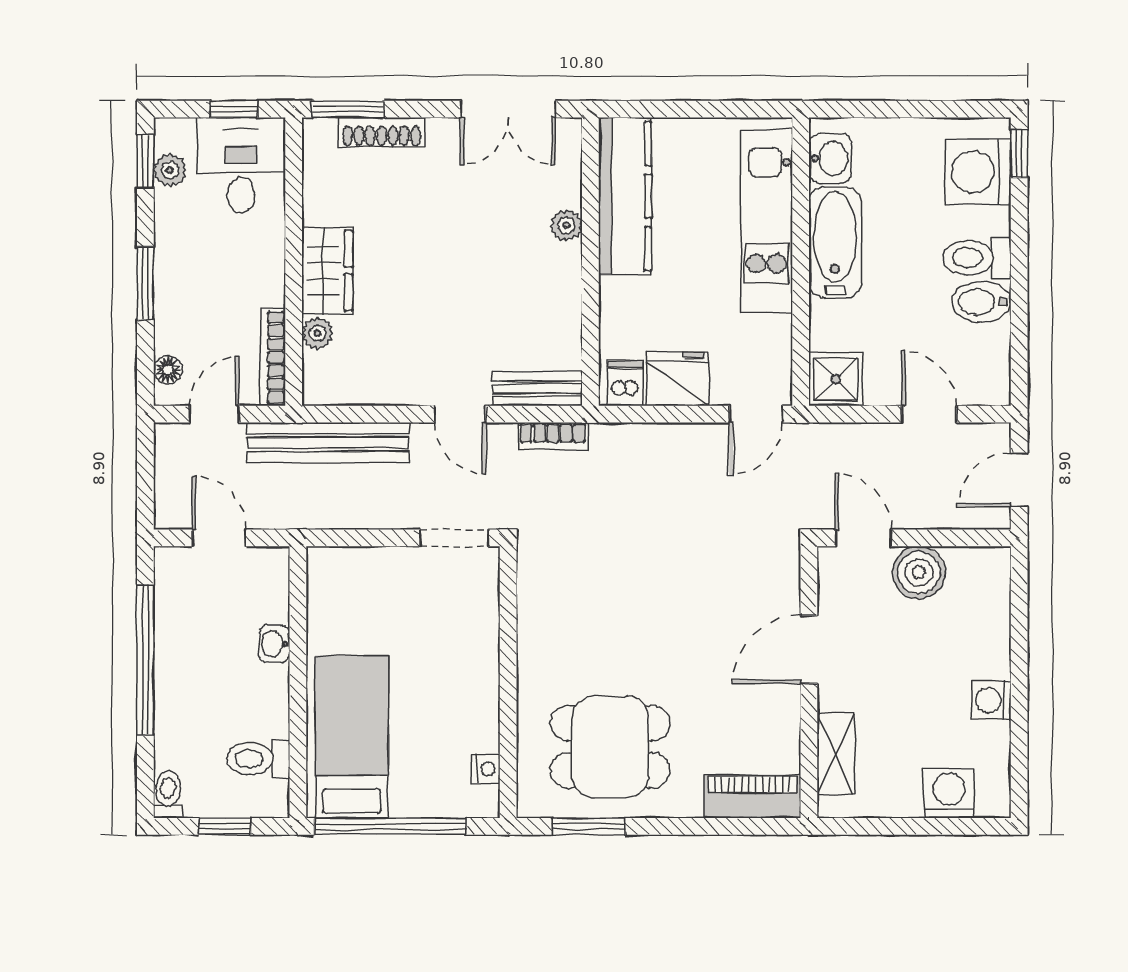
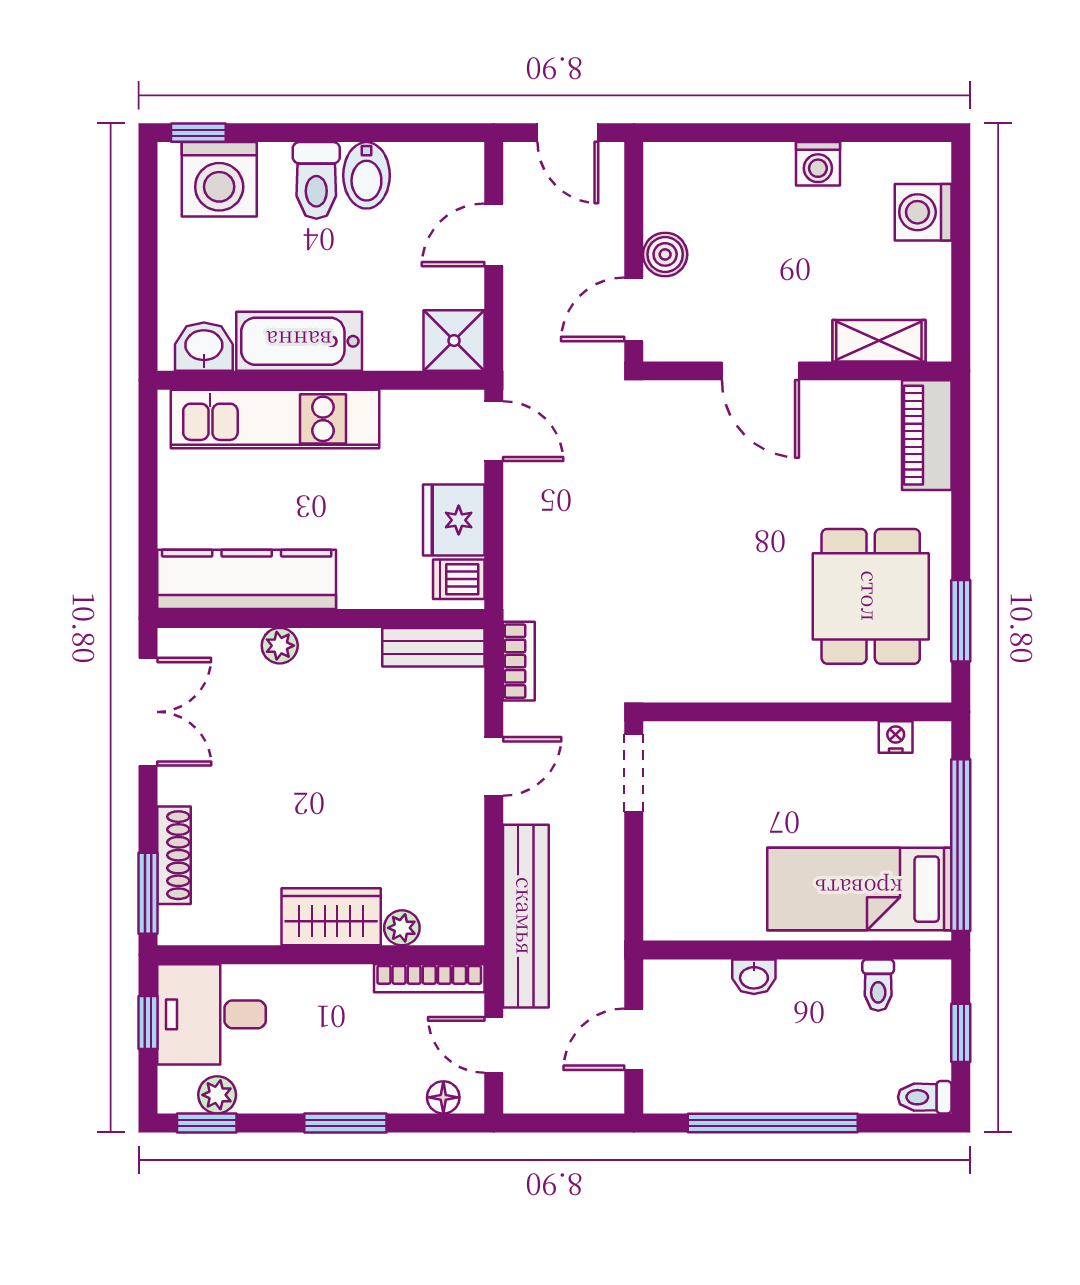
bench: (537, 389) -> (433, 647), moved, turned 90
boiler: (919, 572) -> (665, 254), width x0.73, depth x0.73
toilet: (258, 759) -> (878, 985), width x0.73, depth x0.72

